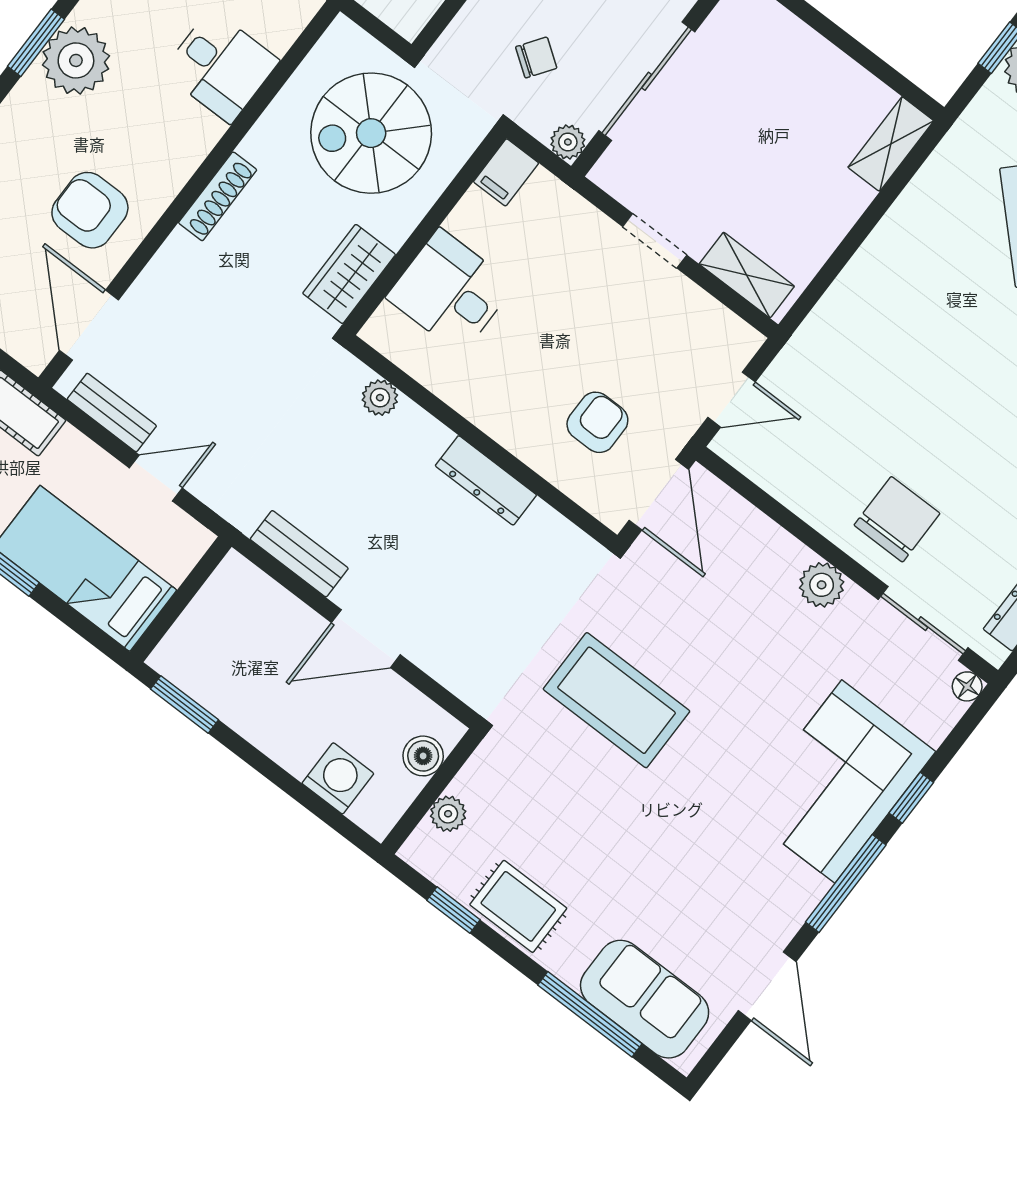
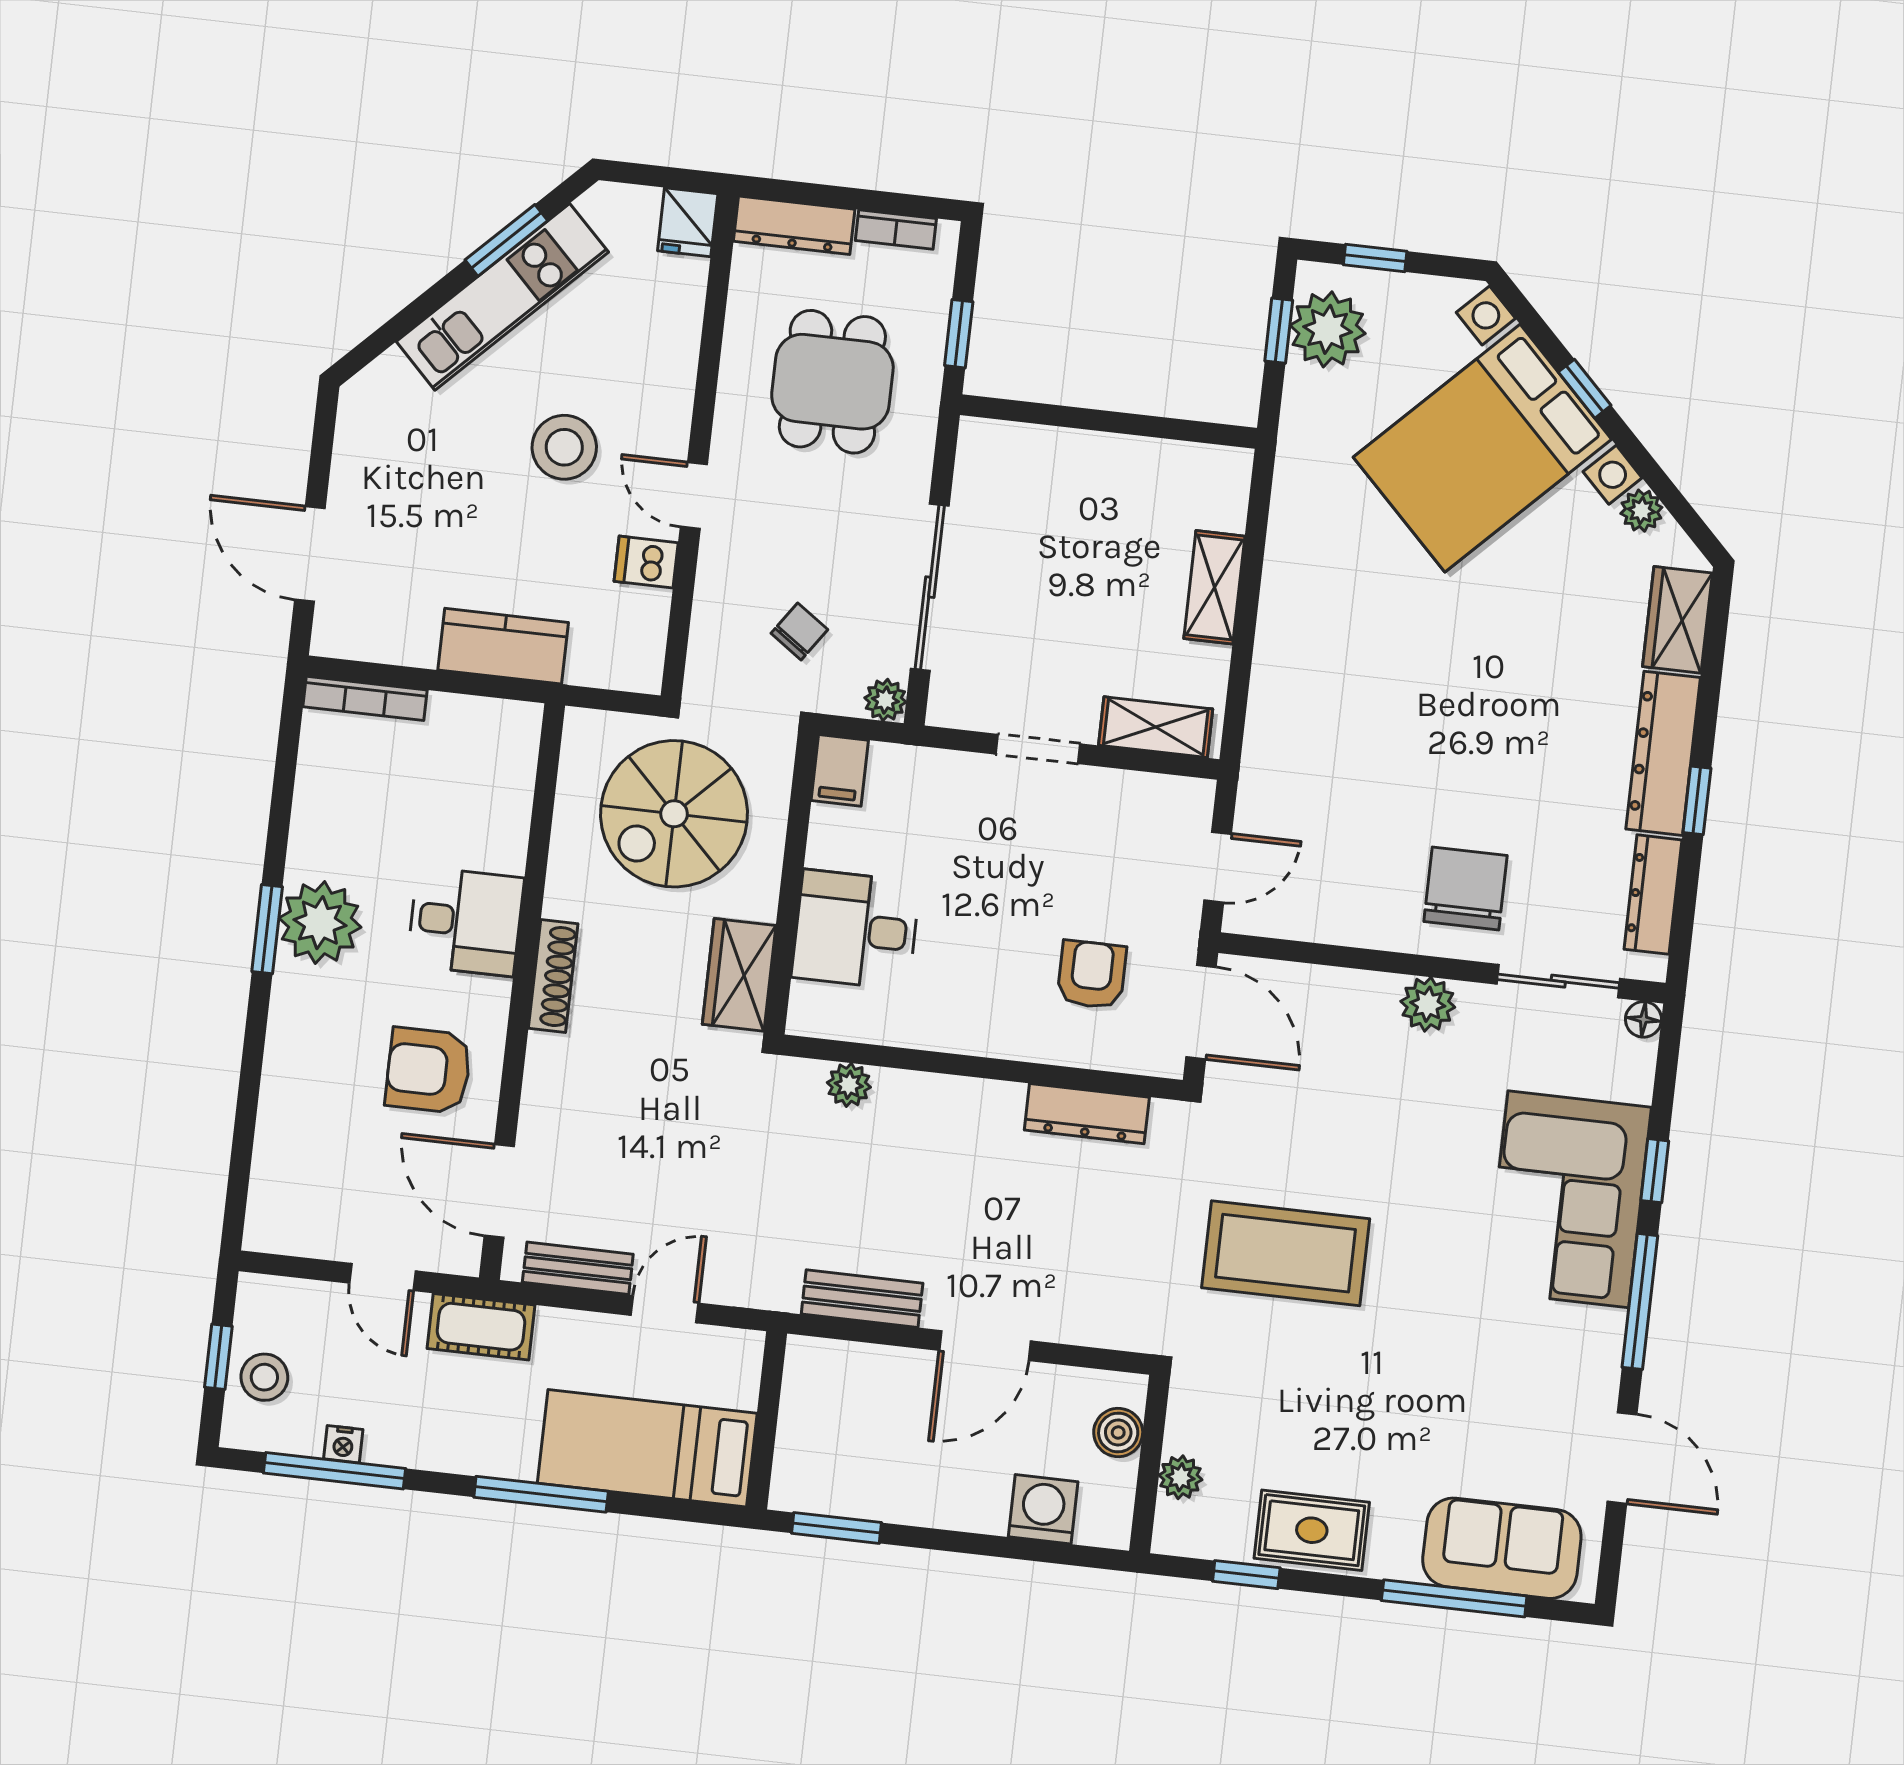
desk: (221, 66) -> (465, 921), moved
shelving: (891, 144) -> (1214, 587), moved
dresser: (486, 480) -> (1087, 1114), moved

